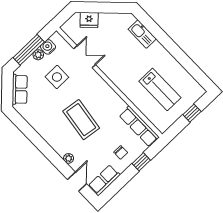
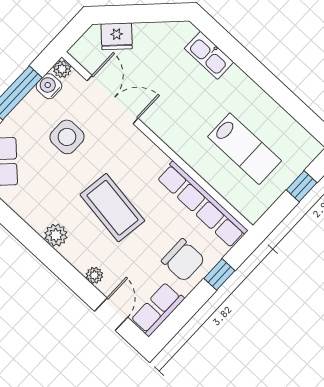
plant: (38, 55) -> (62, 69), moved
double door: (85, 57) -> (113, 100), width x1.37
row of seats: (139, 126) -> (202, 204), width x1.36
plant: (47, 134) -> (56, 235), added
chair: (121, 152) -> (183, 260), width x1.87, depth x1.87

